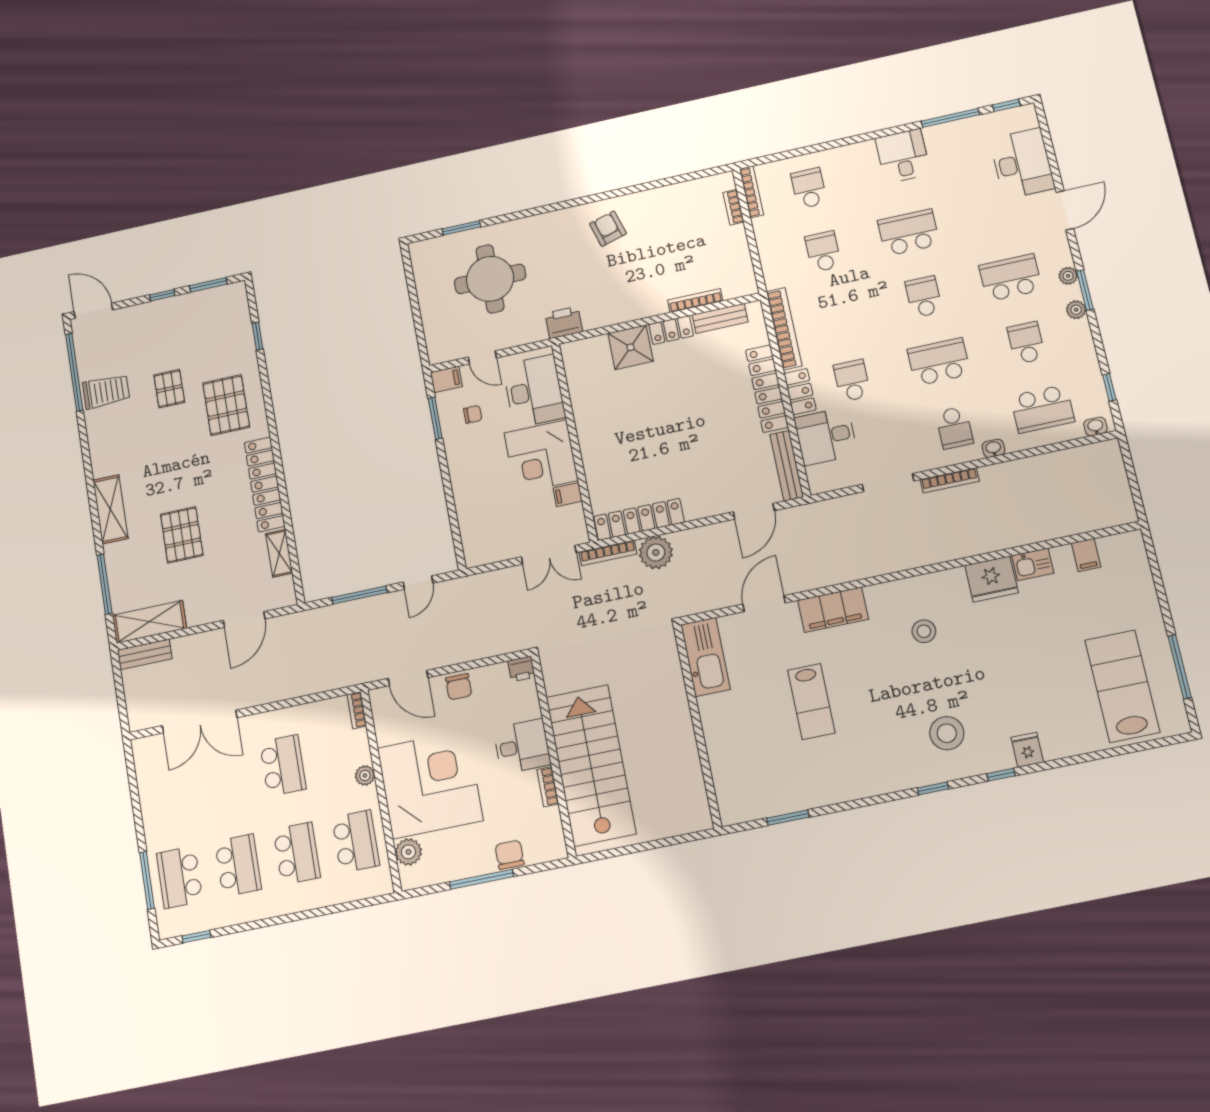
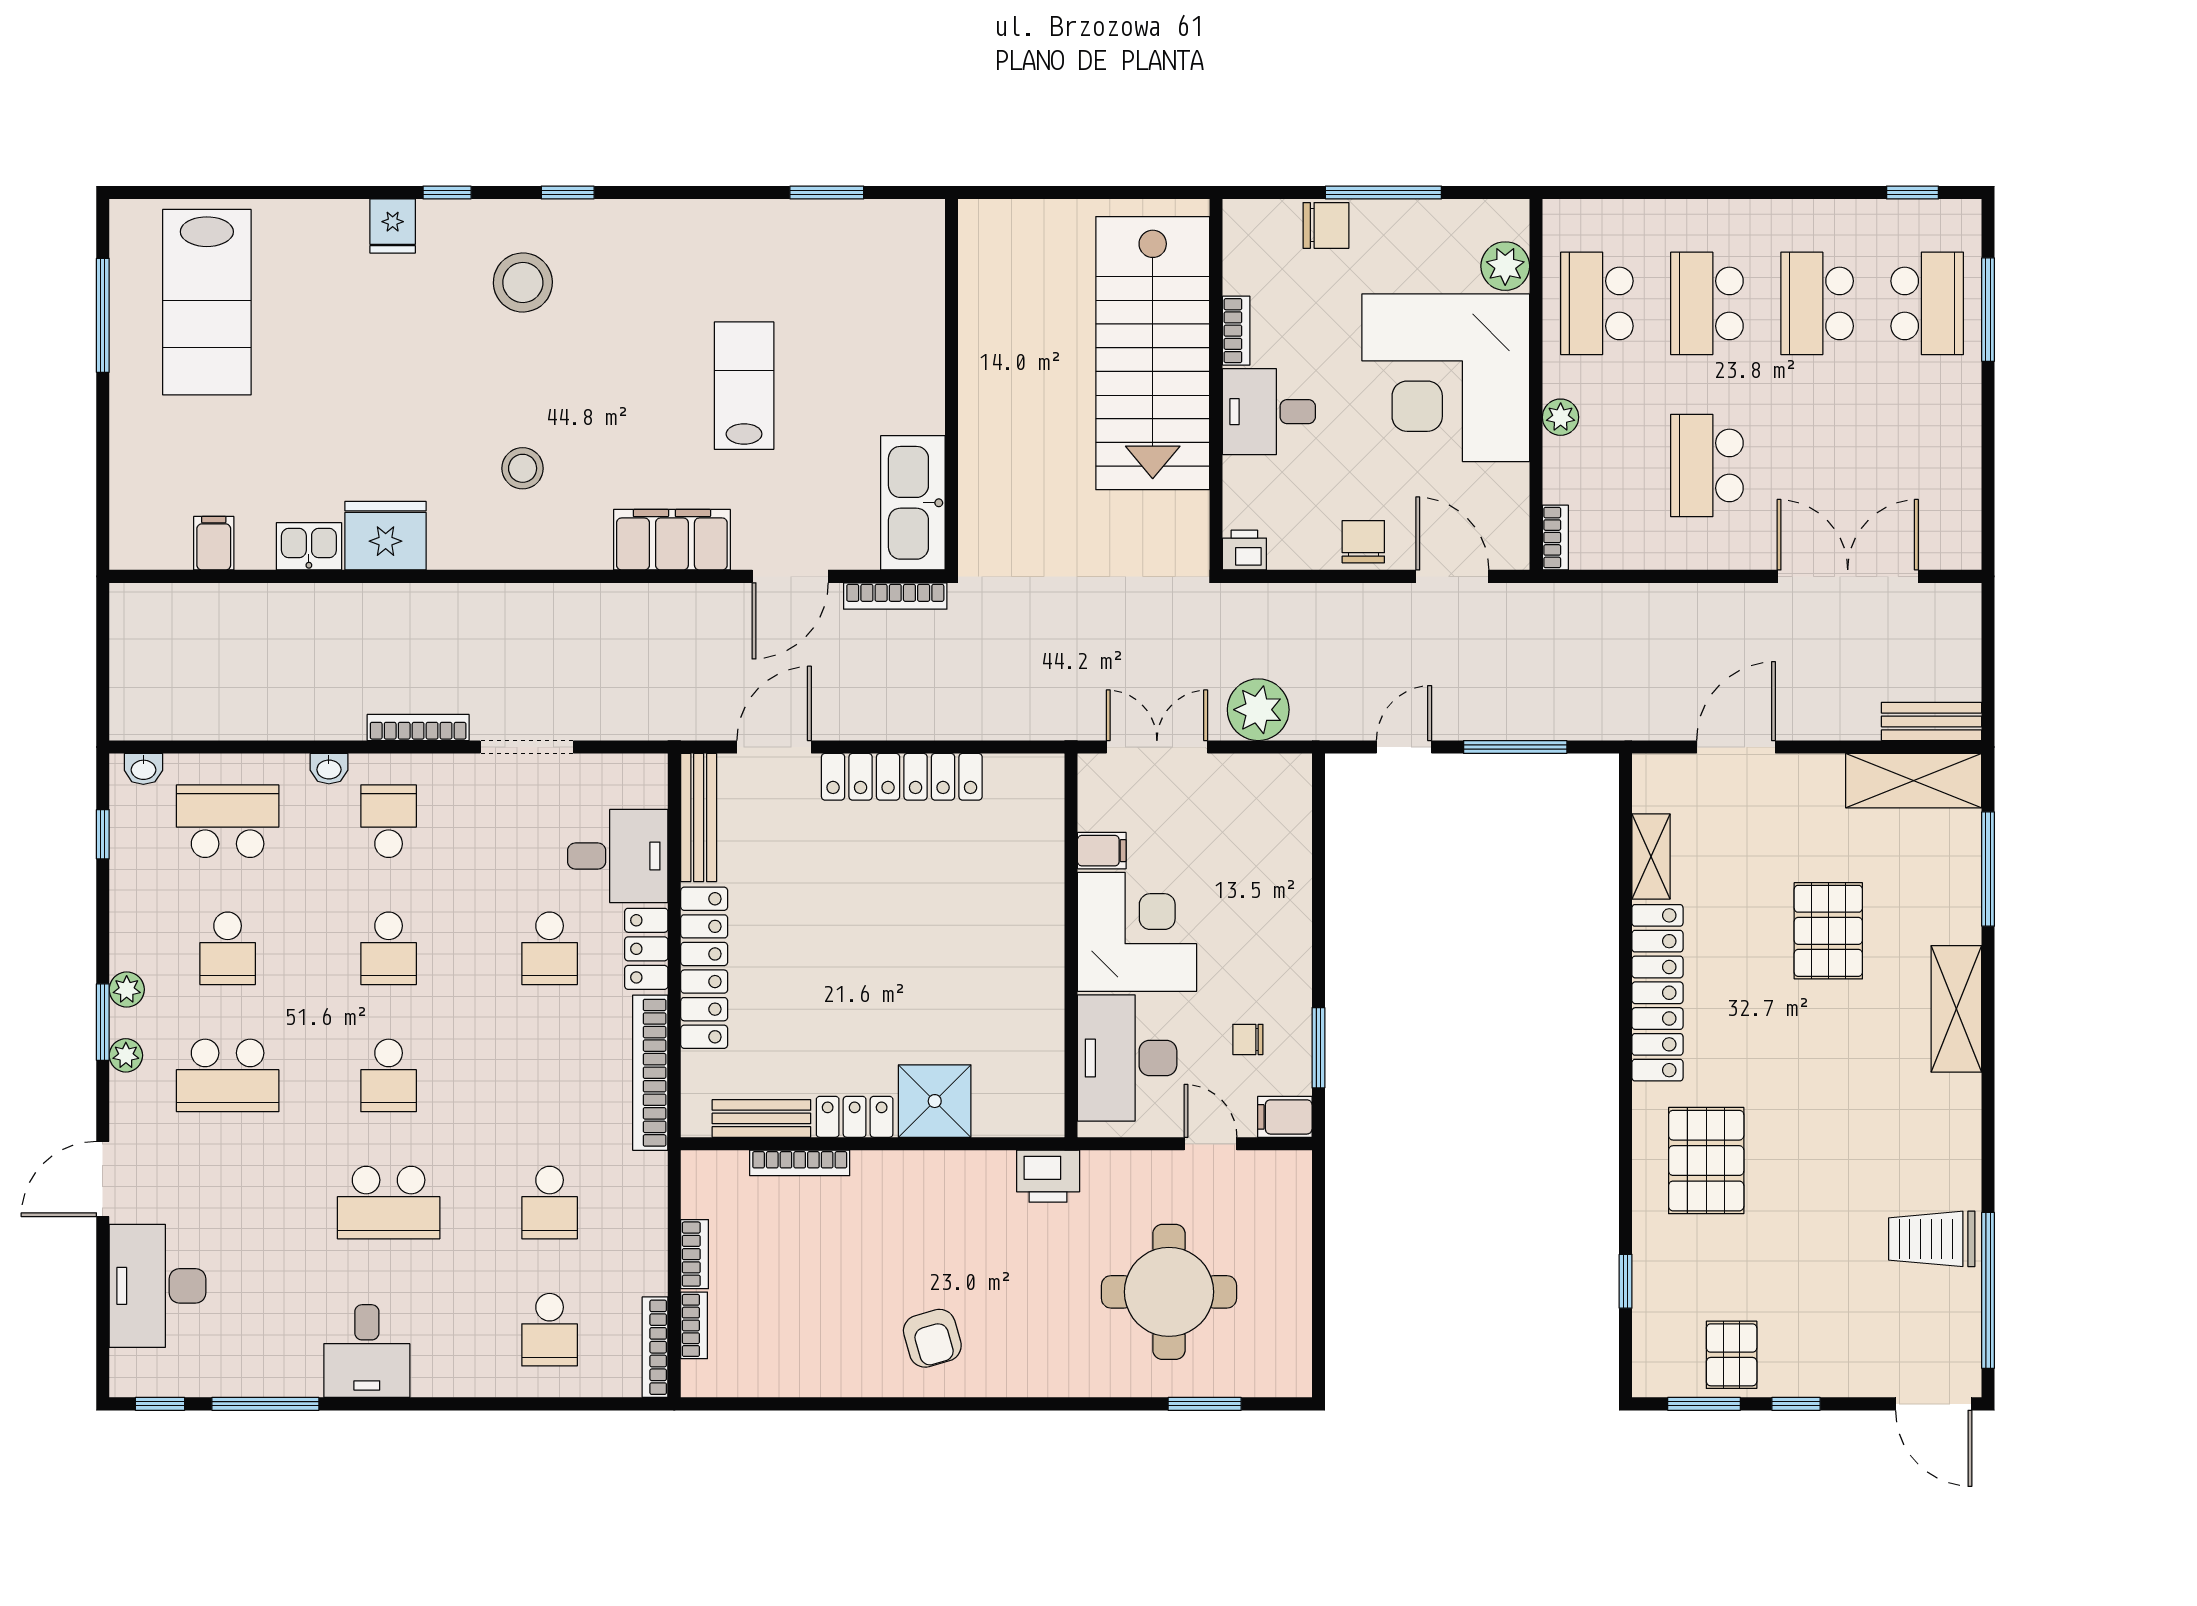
bookcase: (741, 243) -> (695, 1254), added
school desk: (939, 362) -> (389, 948), width x0.54
pallet: (169, 389) -> (1732, 1355), moved
locker: (639, 519) -> (902, 777), moved
plant: (656, 552) -> (1258, 710), moved
bookcase: (608, 553) -> (895, 596), moved, turned 180
chair: (510, 855) -> (1326, 225), turned -90

